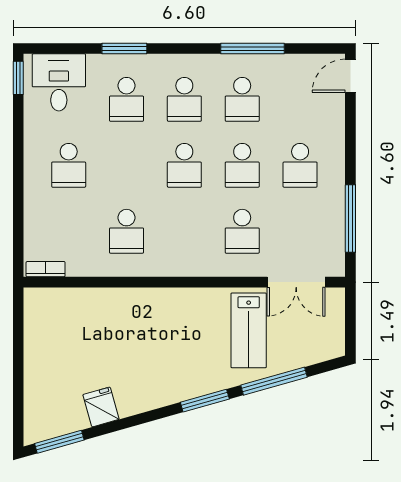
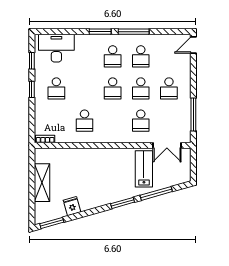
window: (124, 49) -> (100, 32), moved
window: (252, 49) -> (134, 32), moved
window: (18, 78) -> (32, 61), moved
desk: (59, 82) -> (56, 48), width x1.37
school desk: (127, 99) -> (84, 56), removed
window: (18, 167) -> (32, 89), added
lab bench: (249, 330) -> (144, 169), turned 180
shelving: (39, 359) -> (42, 183), added

